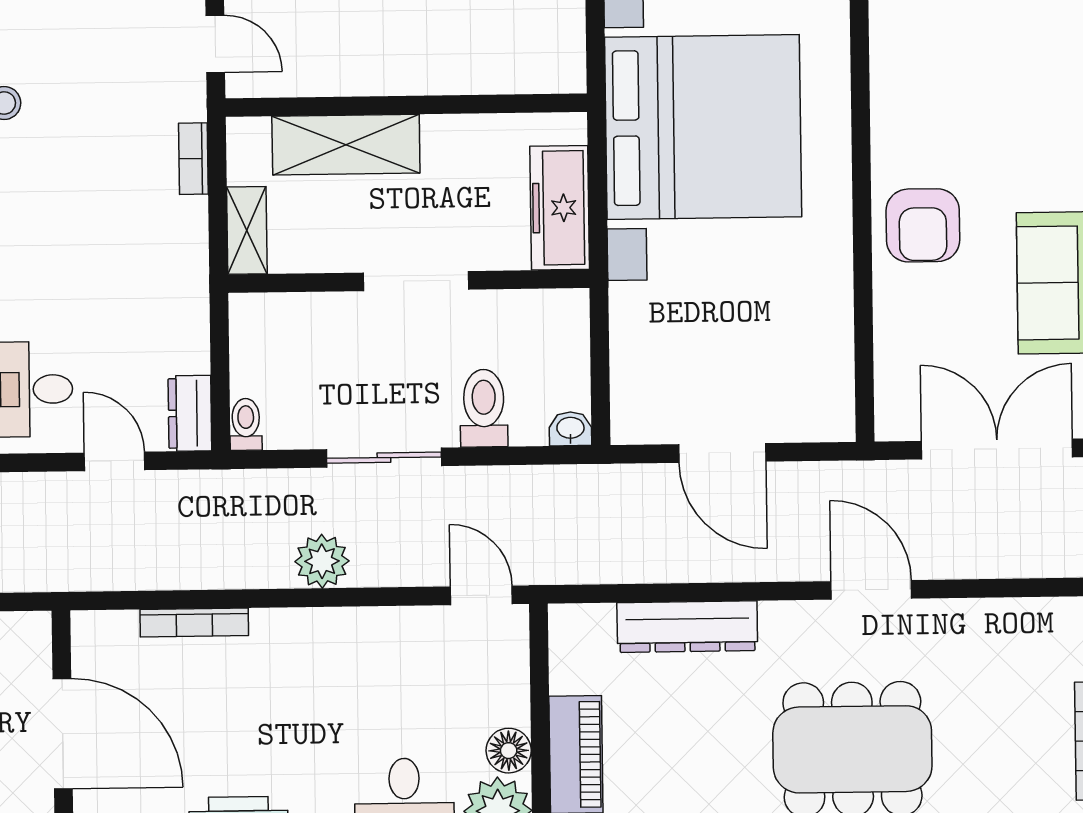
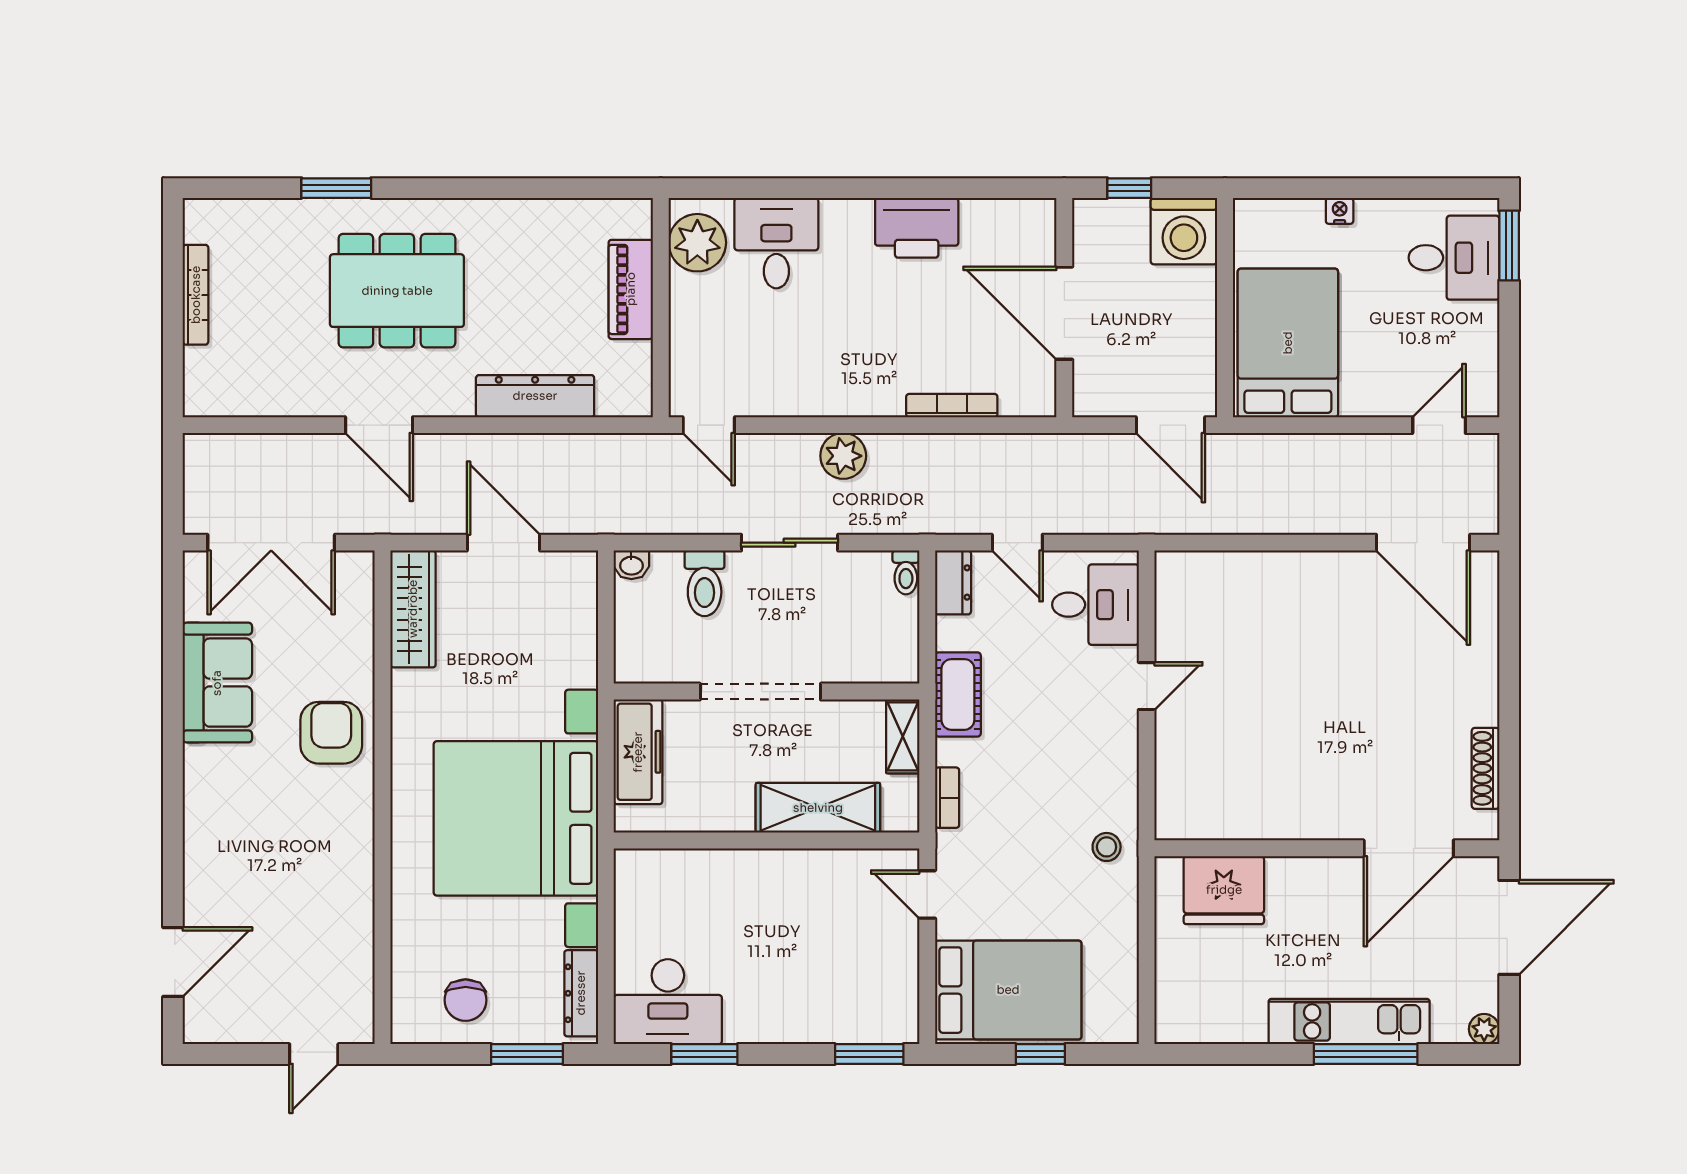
cot: (182, 281) -> (958, 694), added
doorway: (416, 281) -> (760, 692), width x1.36
wardrobe: (828, 373) -> (413, 609), added
floor lamp: (509, 751) -> (688, 294), removed

